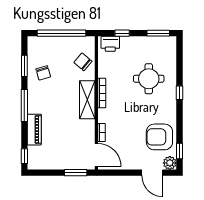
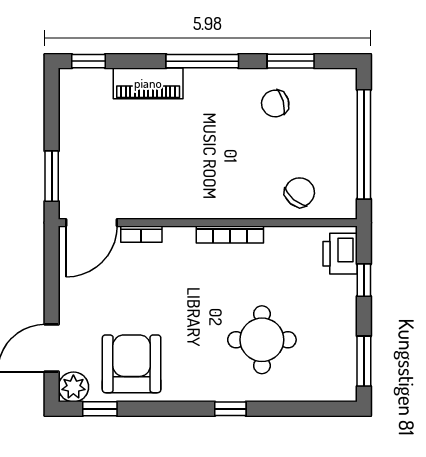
shelving: (87, 100) -> (215, 202), removed

